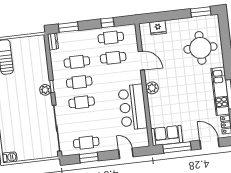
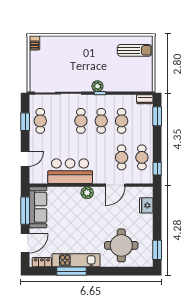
window: (107, 23) -> (157, 169), moved
sofa: (167, 135) -> (38, 207), width x1.36

